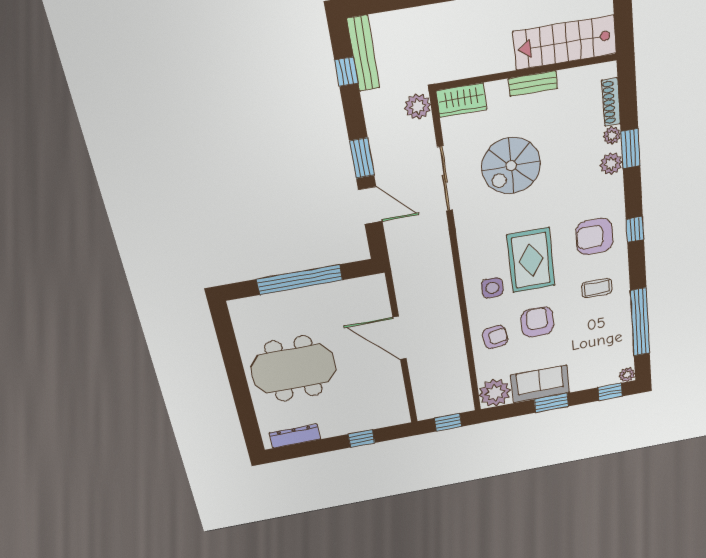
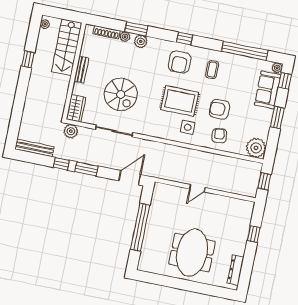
window: (346, 72) -> (61, 164), moved
door: (370, 205) -> (130, 178), moved
door: (400, 338) -> (197, 188), width x0.53
sofa: (540, 384) -> (268, 90), moved

